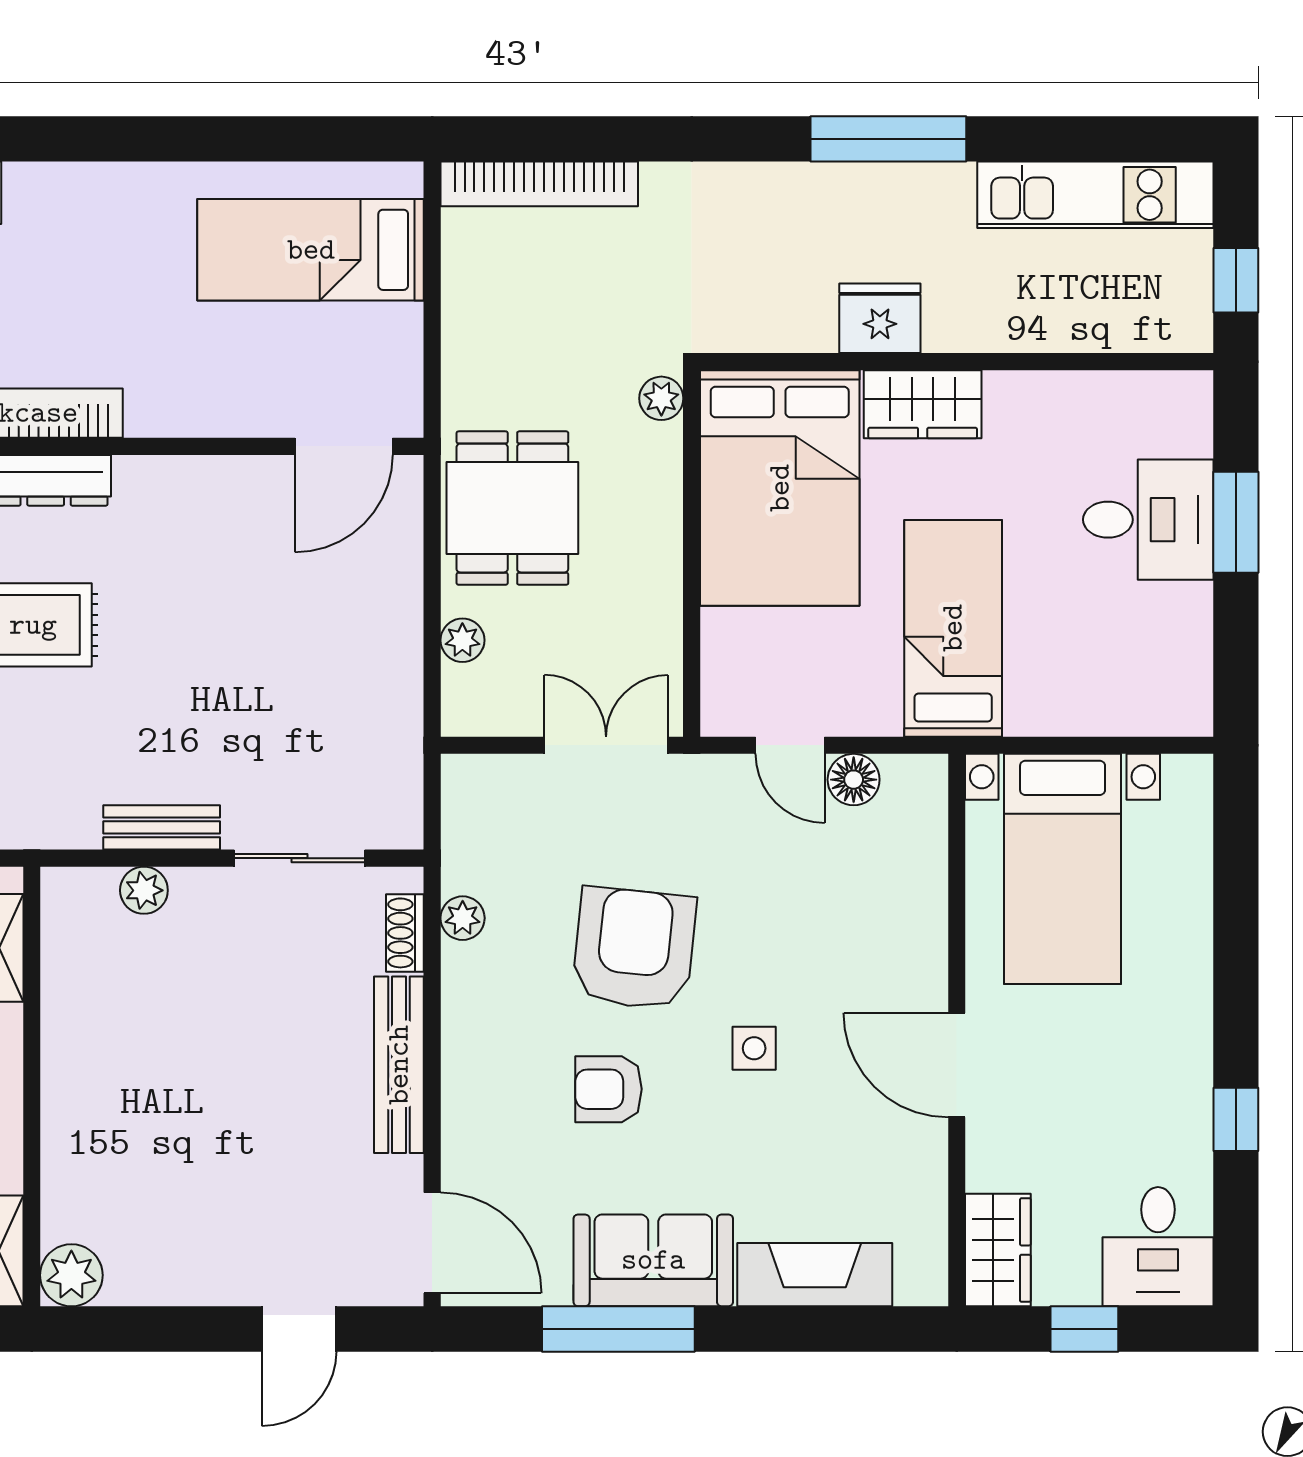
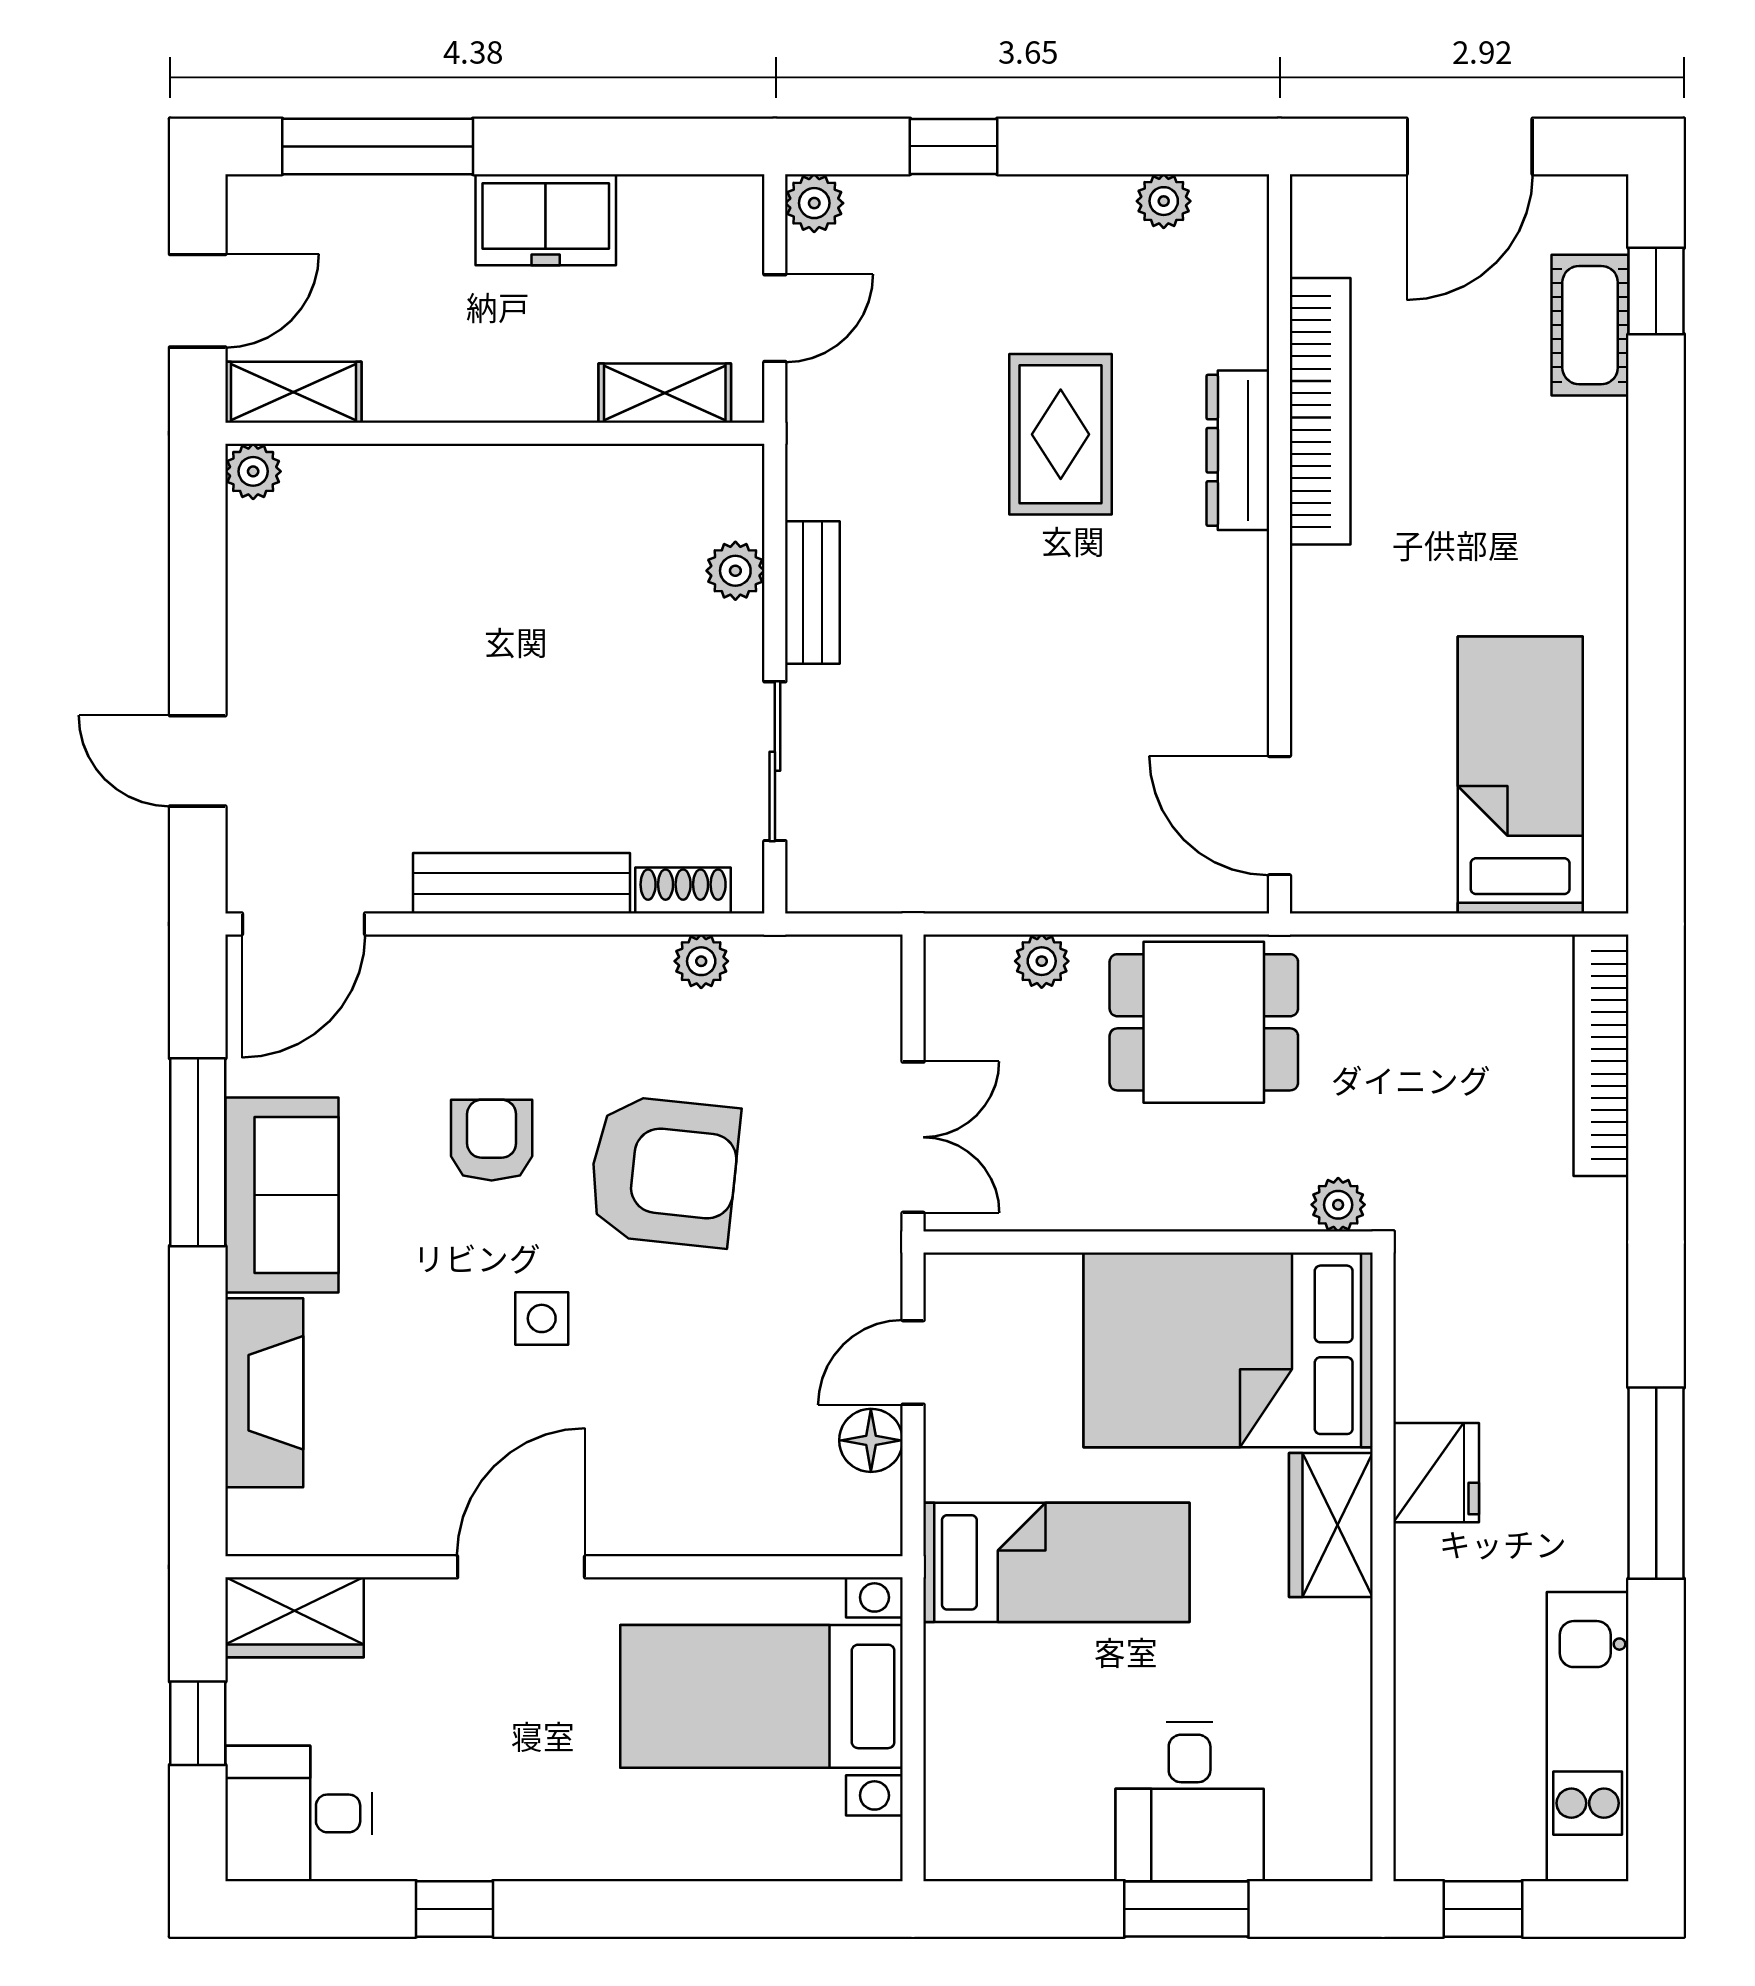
plant: (71, 1275) -> (253, 471), width x0.73, depth x0.73

